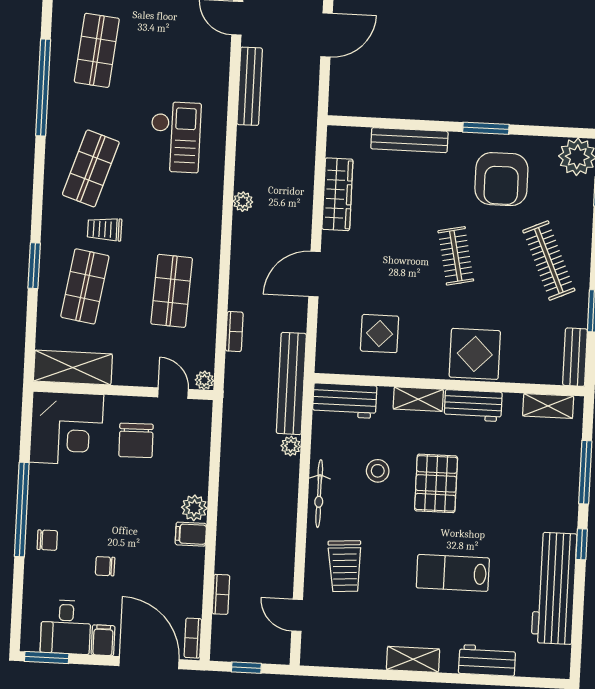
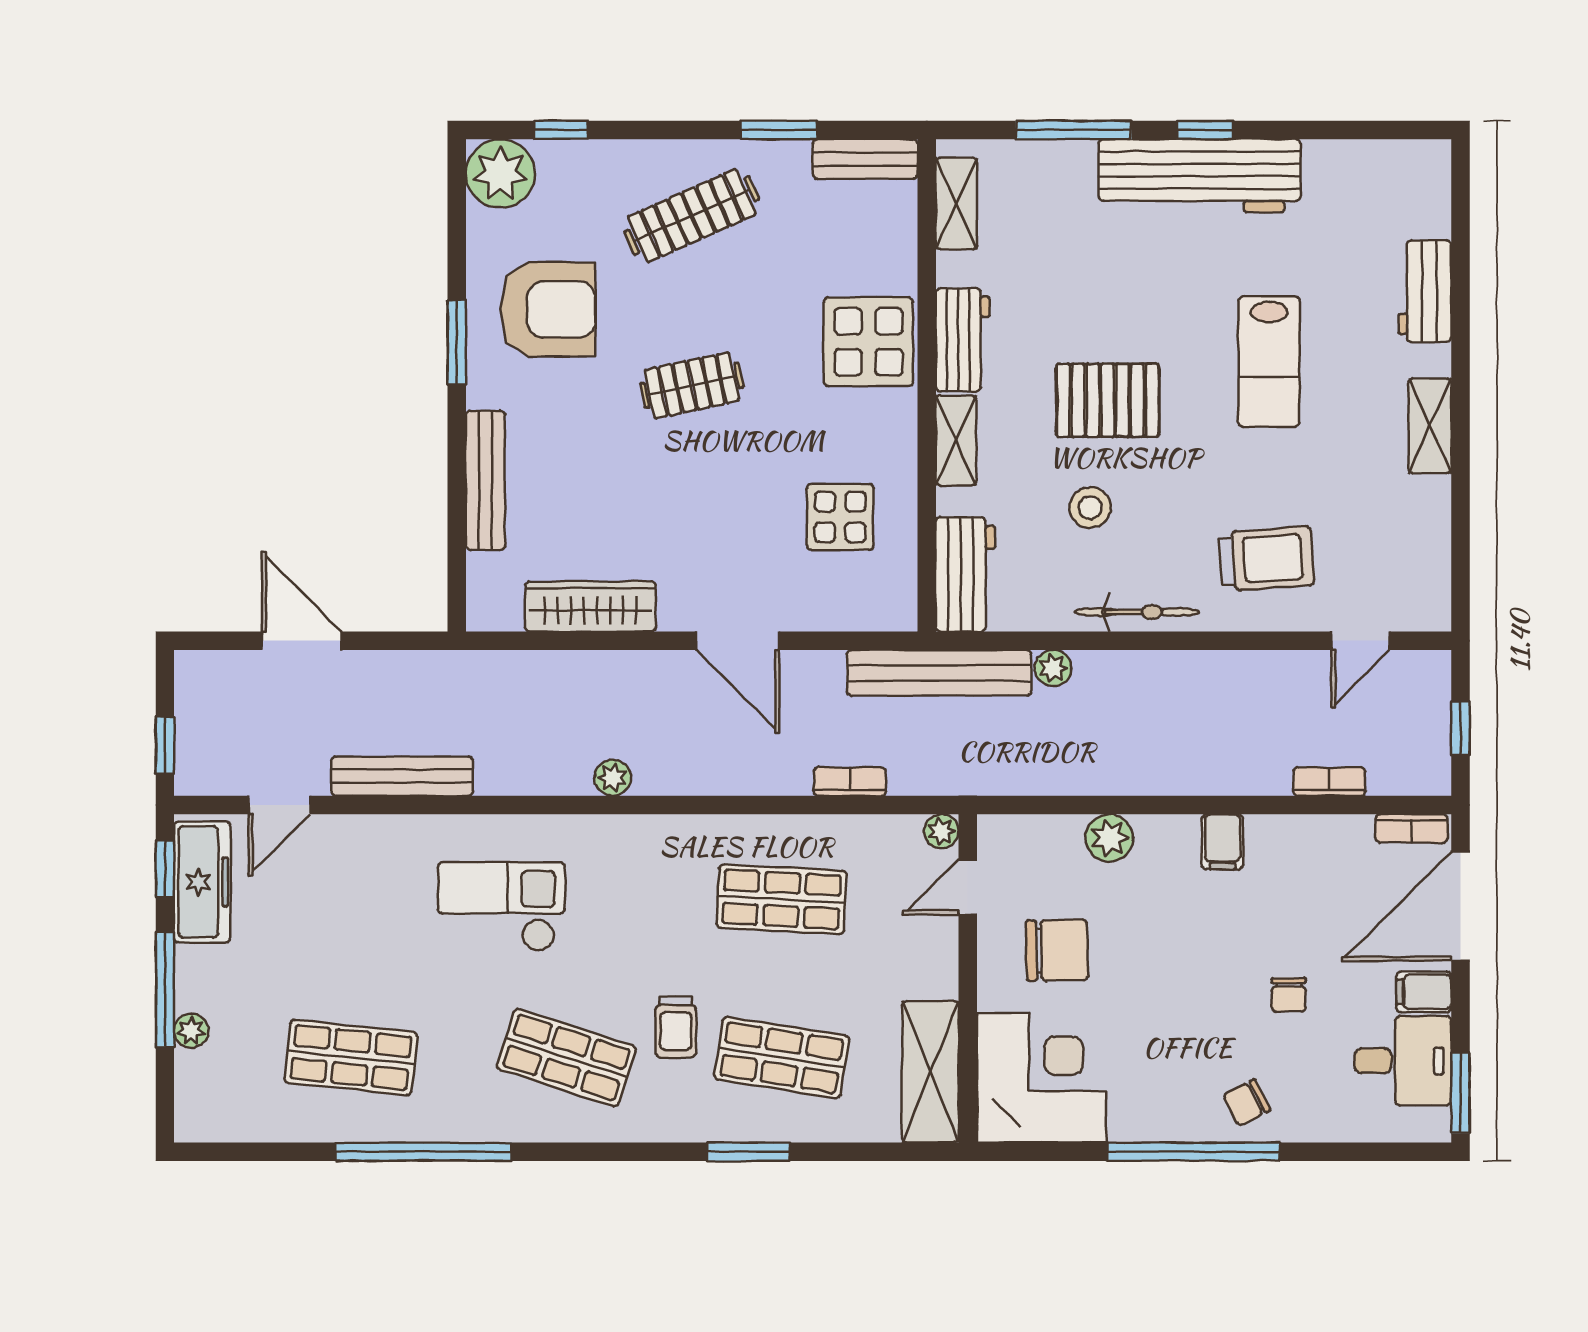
plant: (194, 508) -> (1109, 838), moved
chair: (47, 540) -> (1247, 1102), turned -117
workbench: (554, 588) -> (1200, 176), moved

